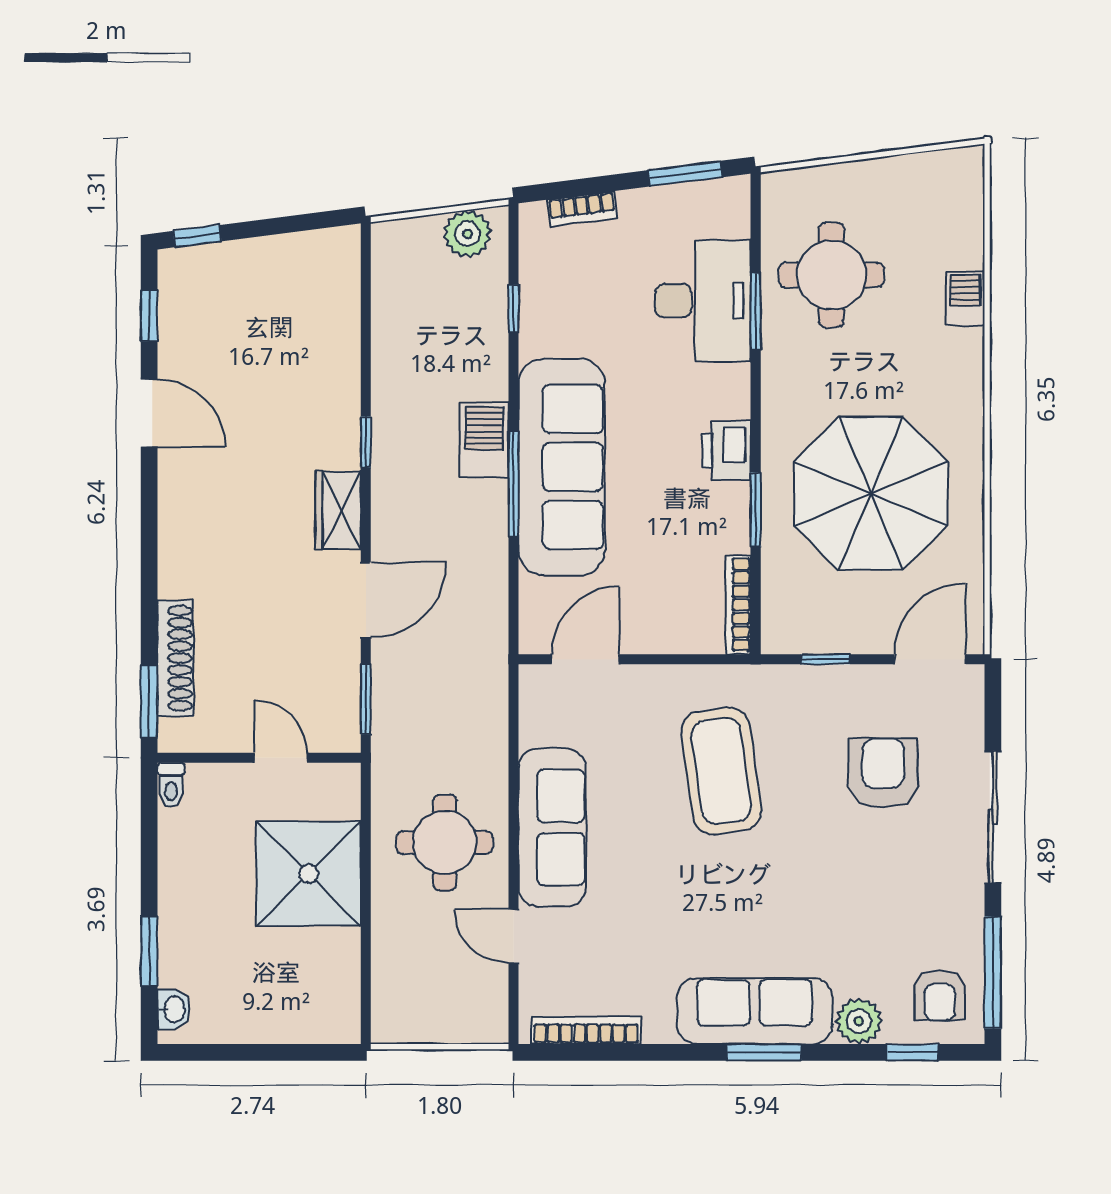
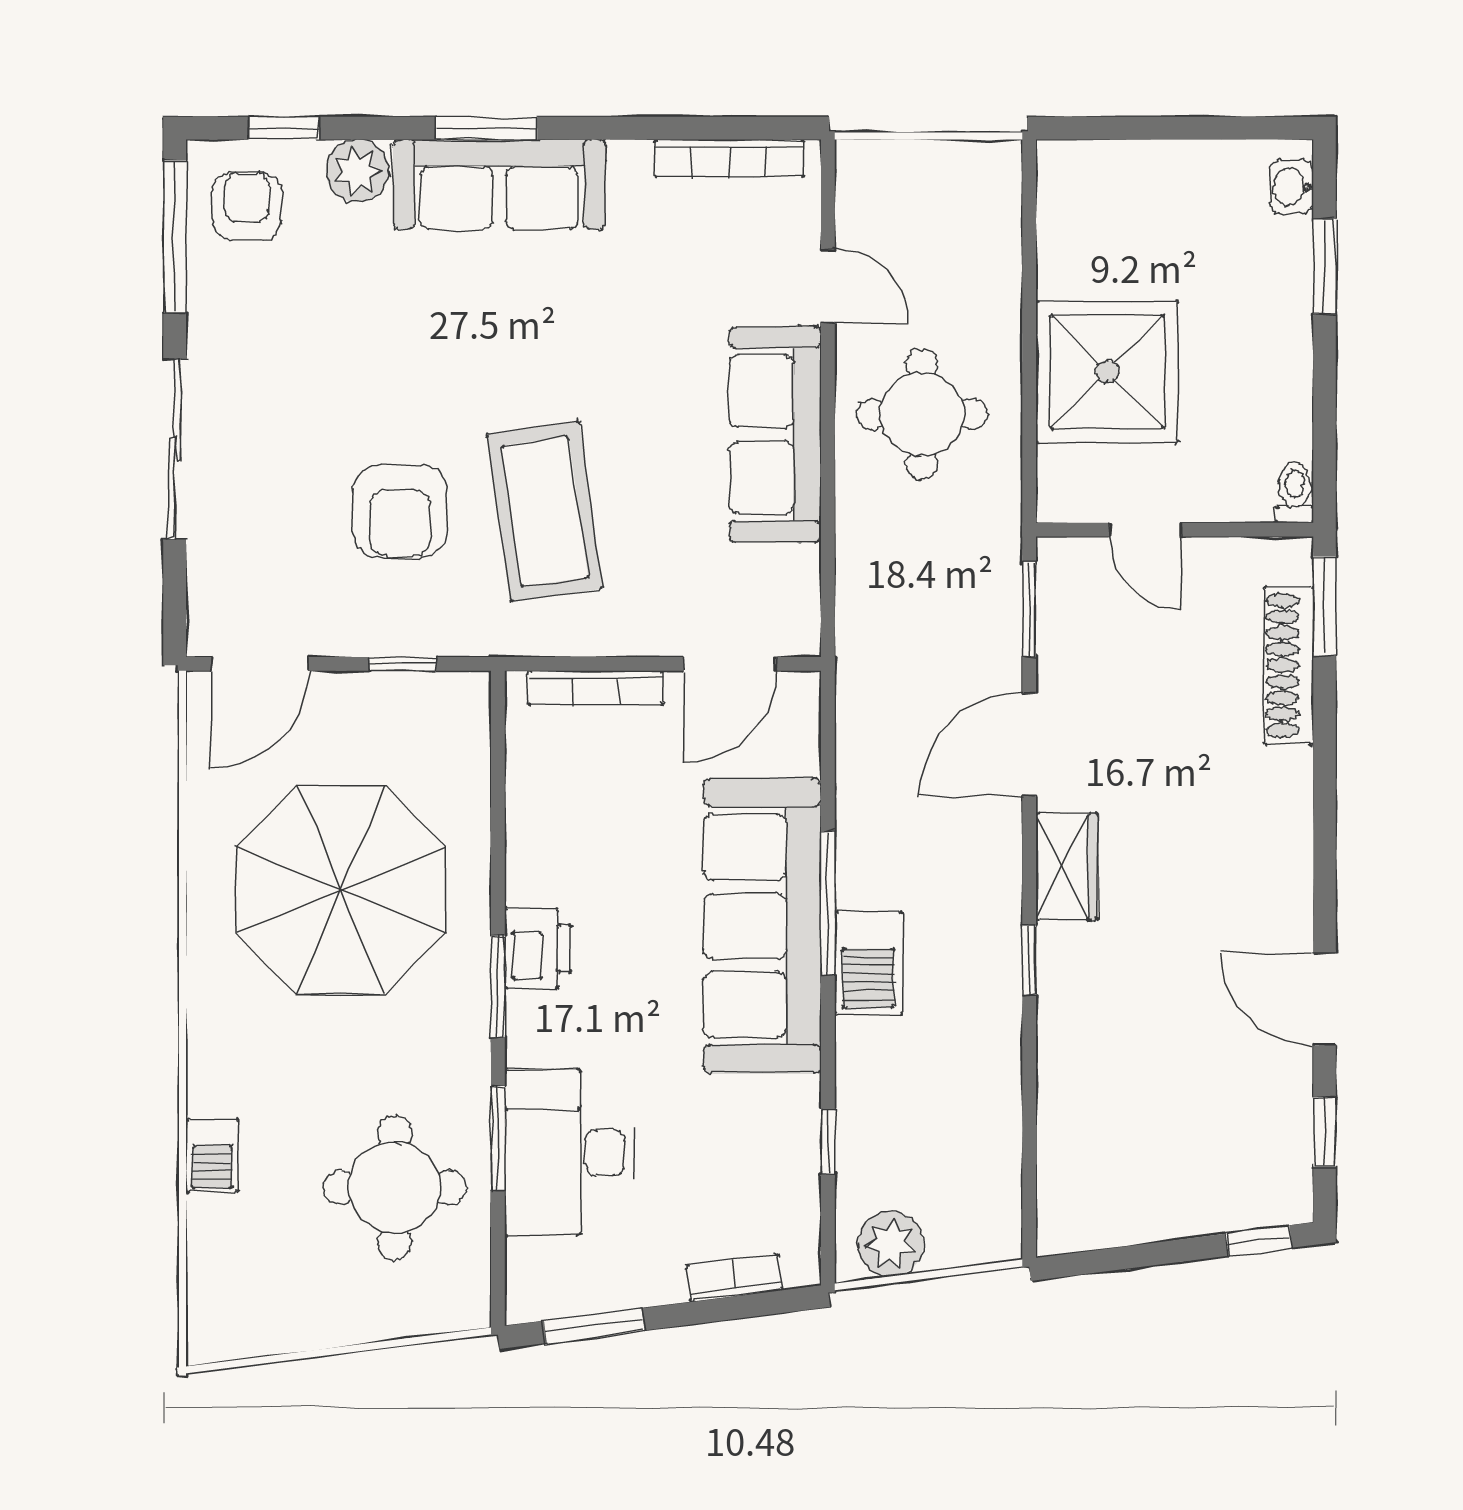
window: (756, 510) -> (498, 986), moved
bookcase: (738, 605) -> (596, 688), moved, turned 90
armchair: (883, 773) -> (400, 511), moved

